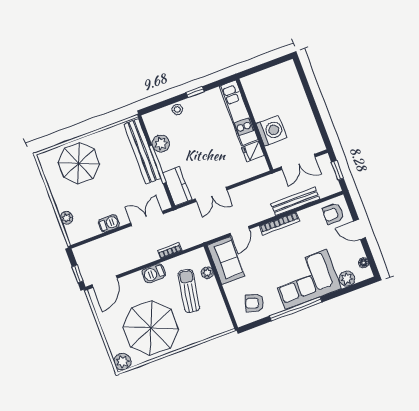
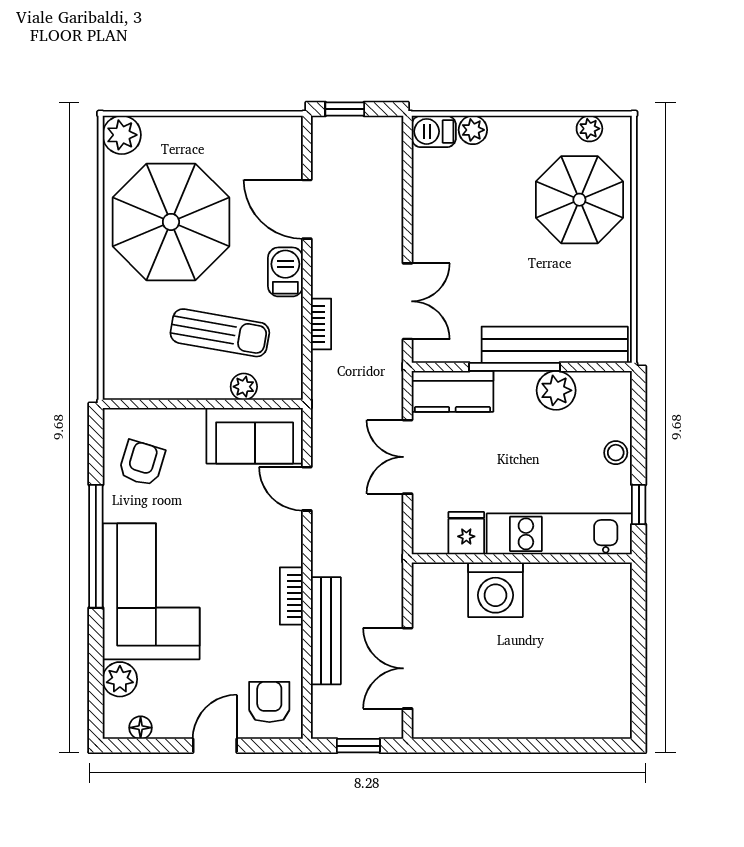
kitchen unit: (239, 113) -> (559, 534), moved
wall: (255, 125) -> (522, 558), moved
washing machine: (272, 131) -> (495, 590), moved
fridge: (253, 151) -> (466, 533), moved
plant: (48, 170) -> (589, 129), added
barbecue: (109, 223) -> (434, 131), moved, turned 90
bookcase: (280, 223) -> (291, 596), width x0.64
door: (105, 282) -> (307, 209), moved

